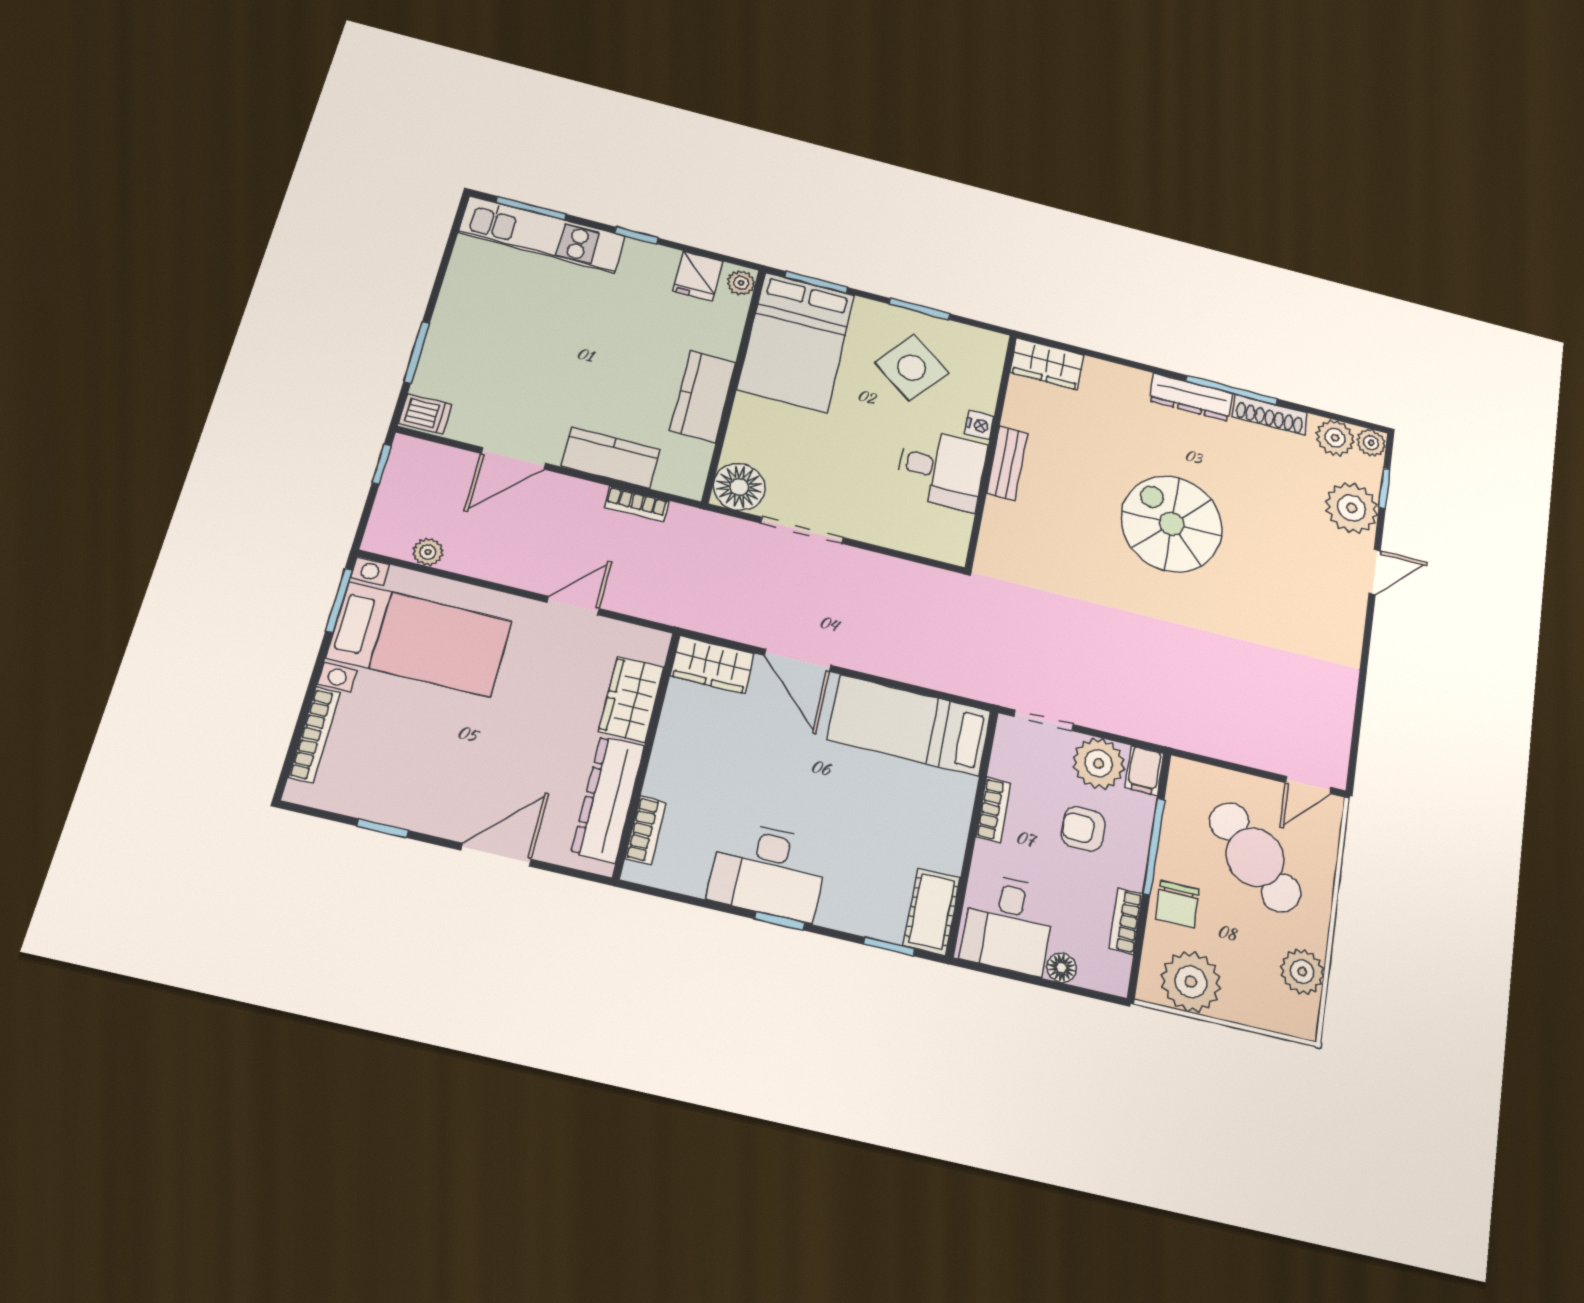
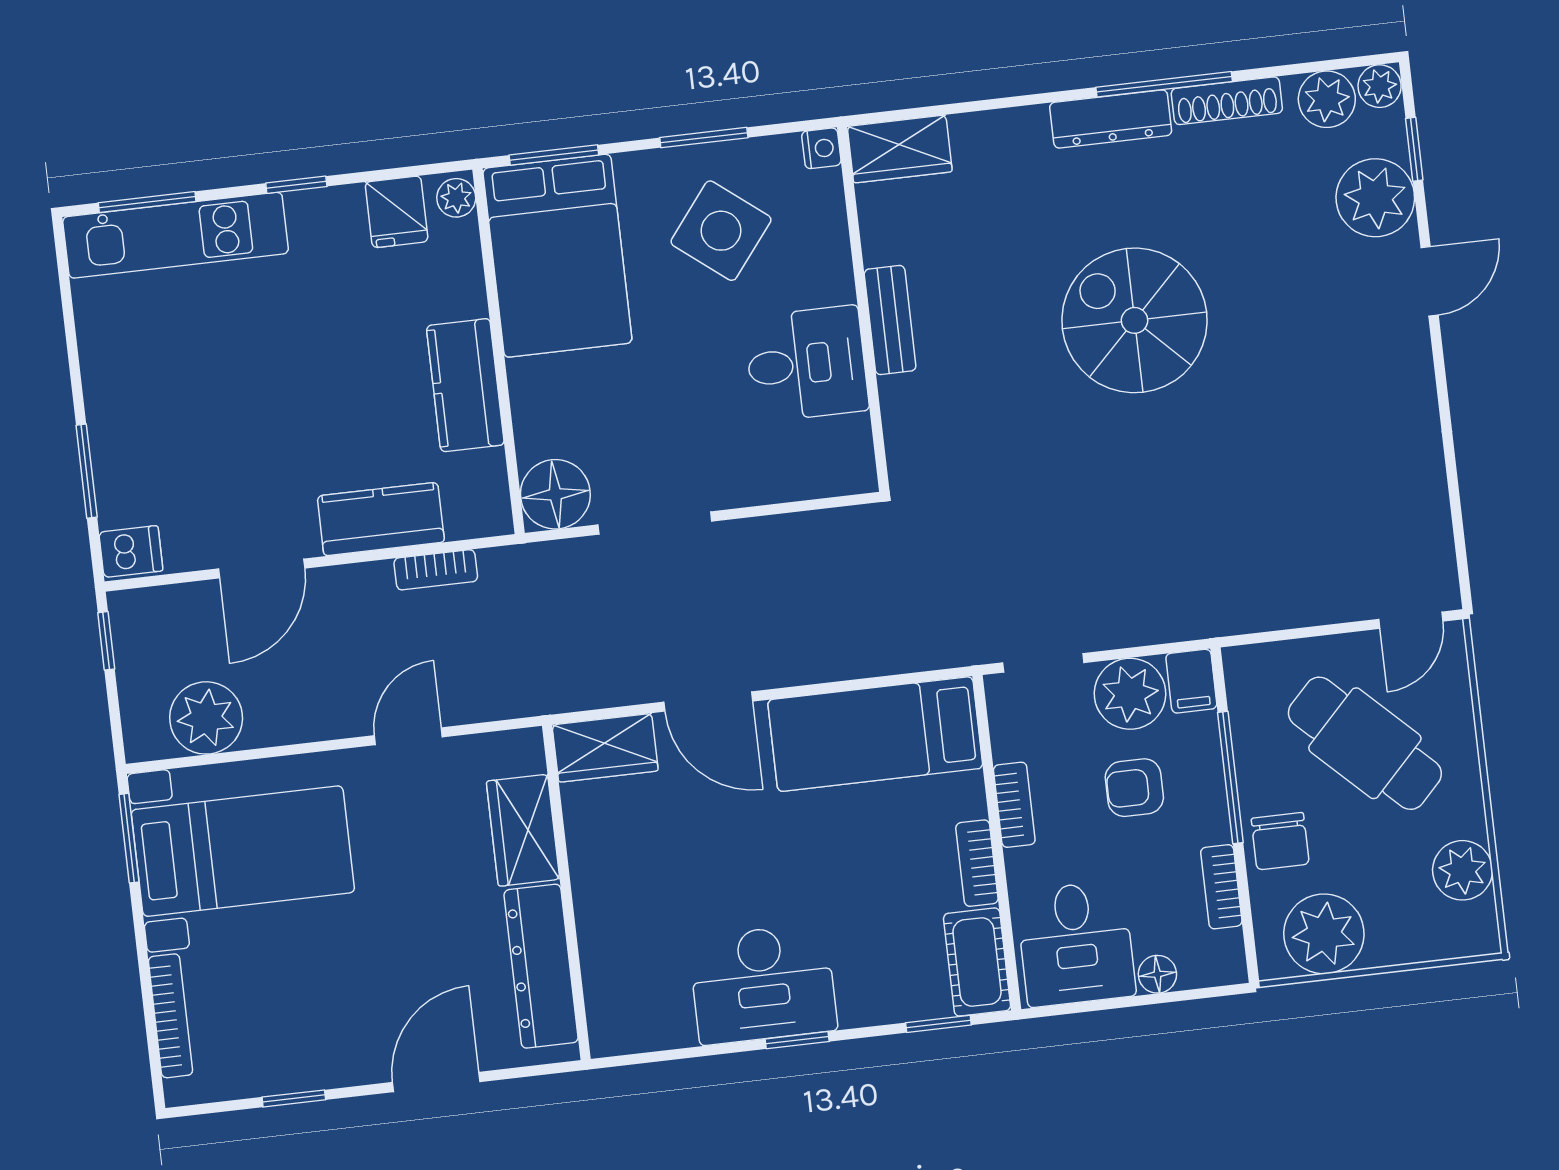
nightstand: (979, 425) -> (821, 148), moved
plant: (428, 552) -> (206, 718), width x1.88, depth x1.88
bookcase: (646, 830) -> (977, 863), moved, turned 180

